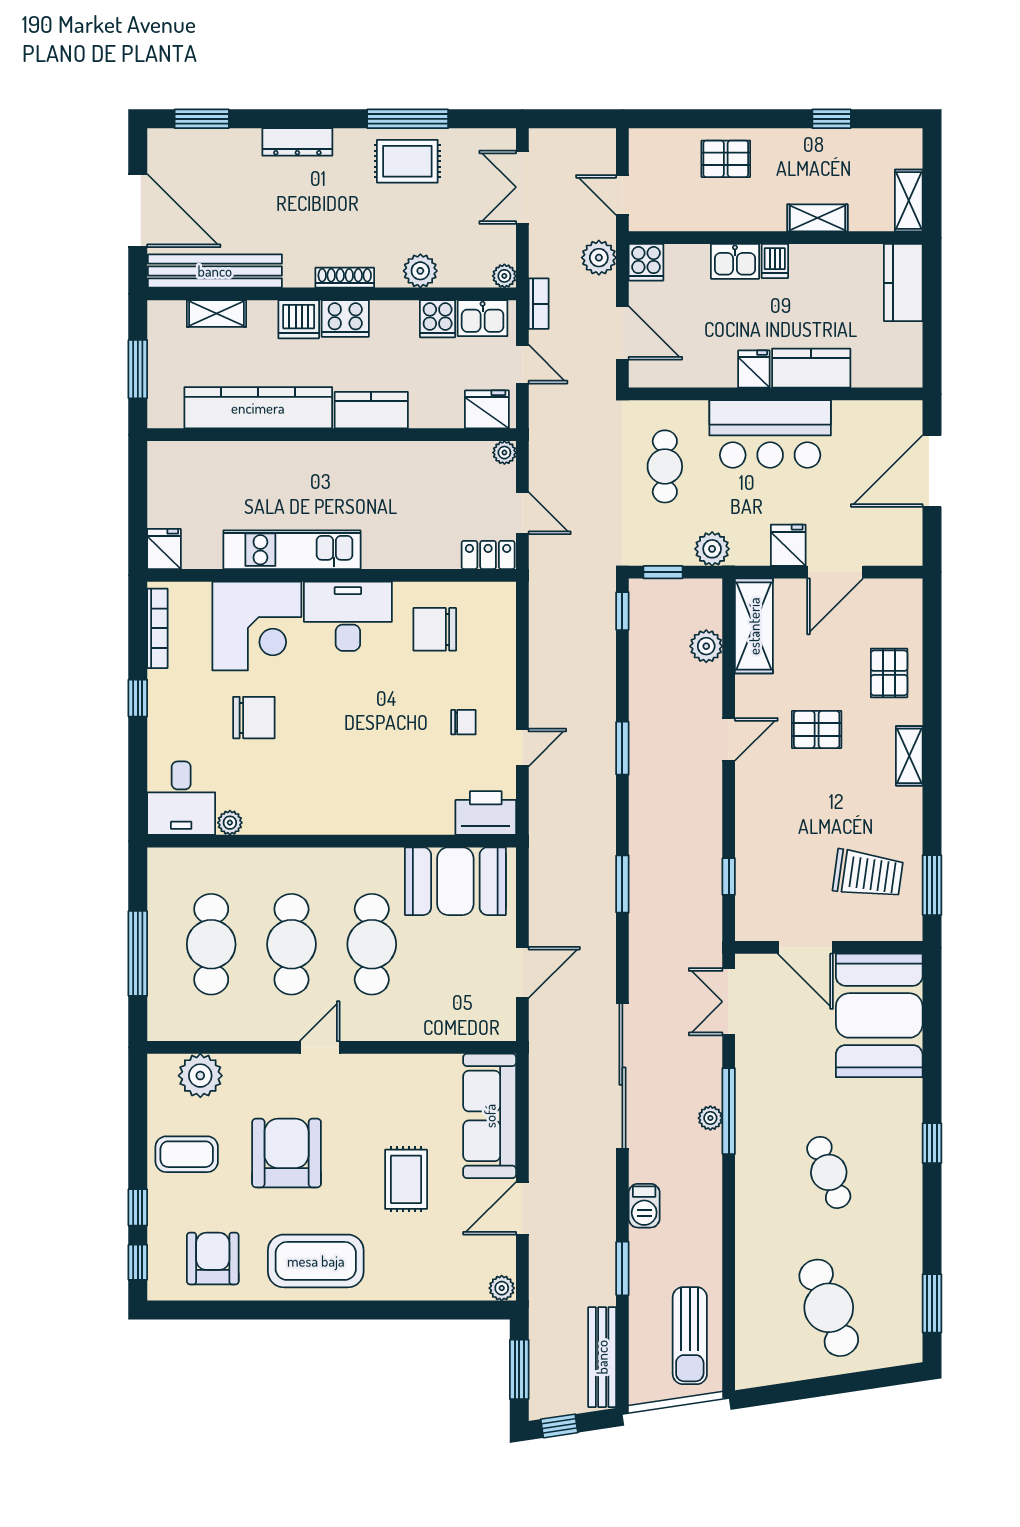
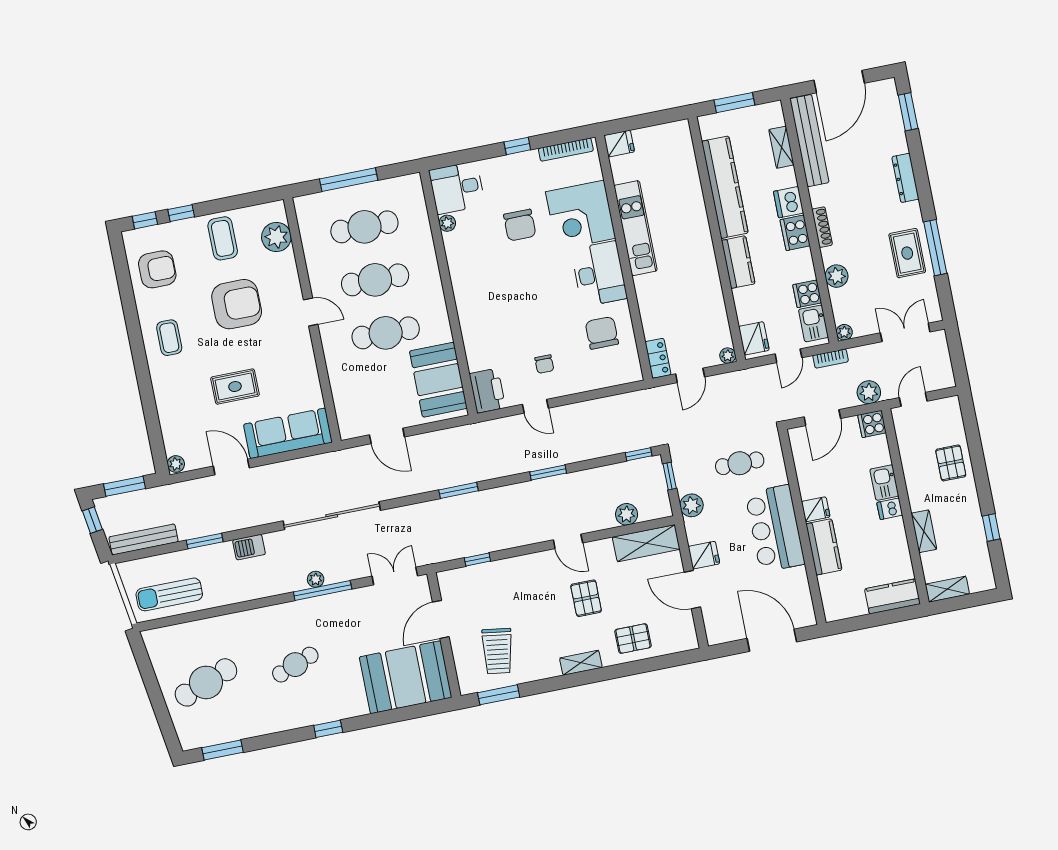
coffee table: (316, 1261) -> (169, 338), width x0.54, depth x0.58

